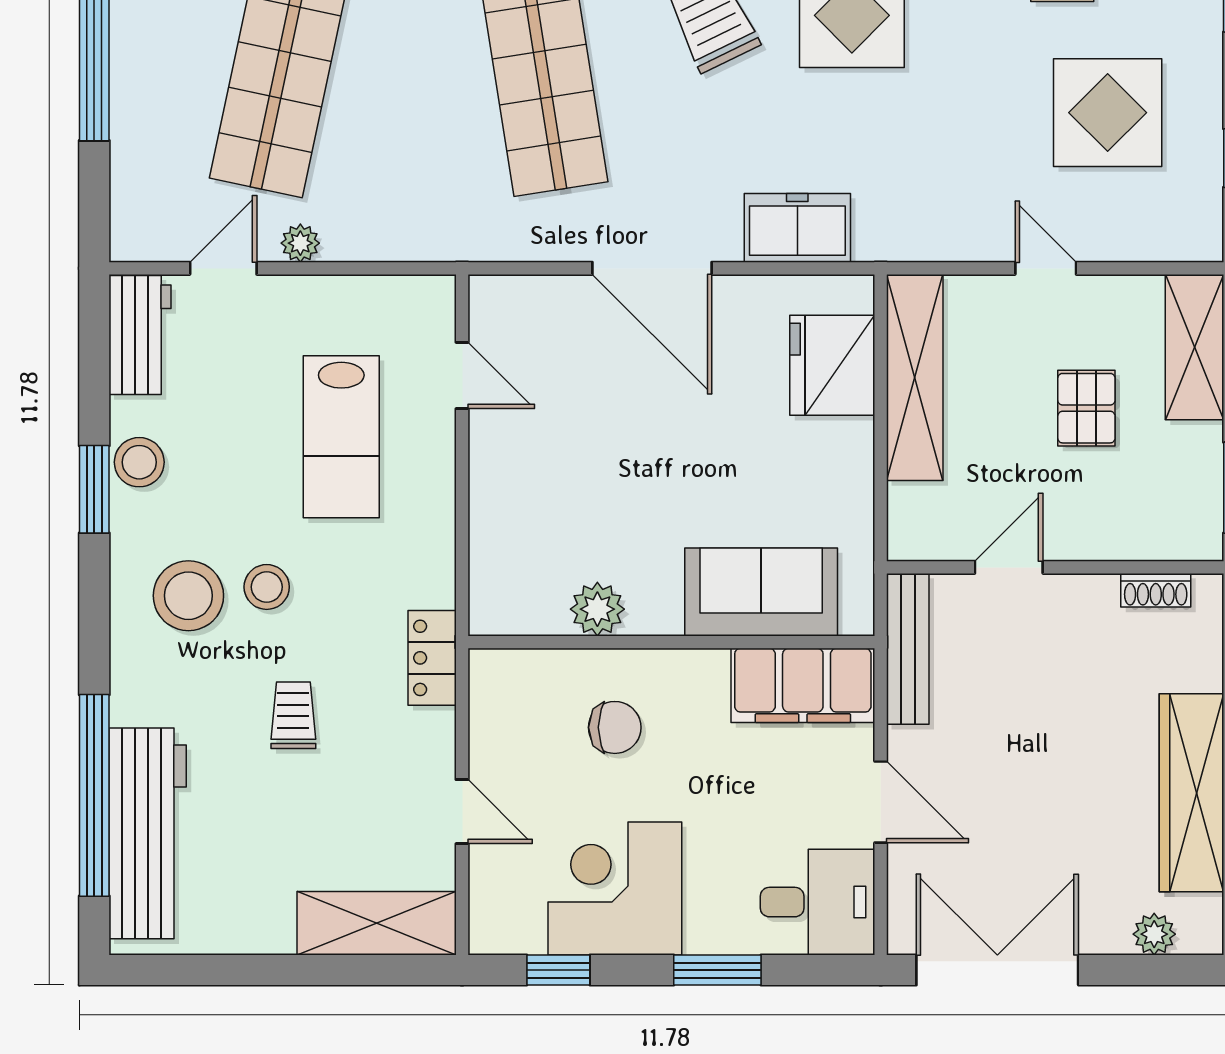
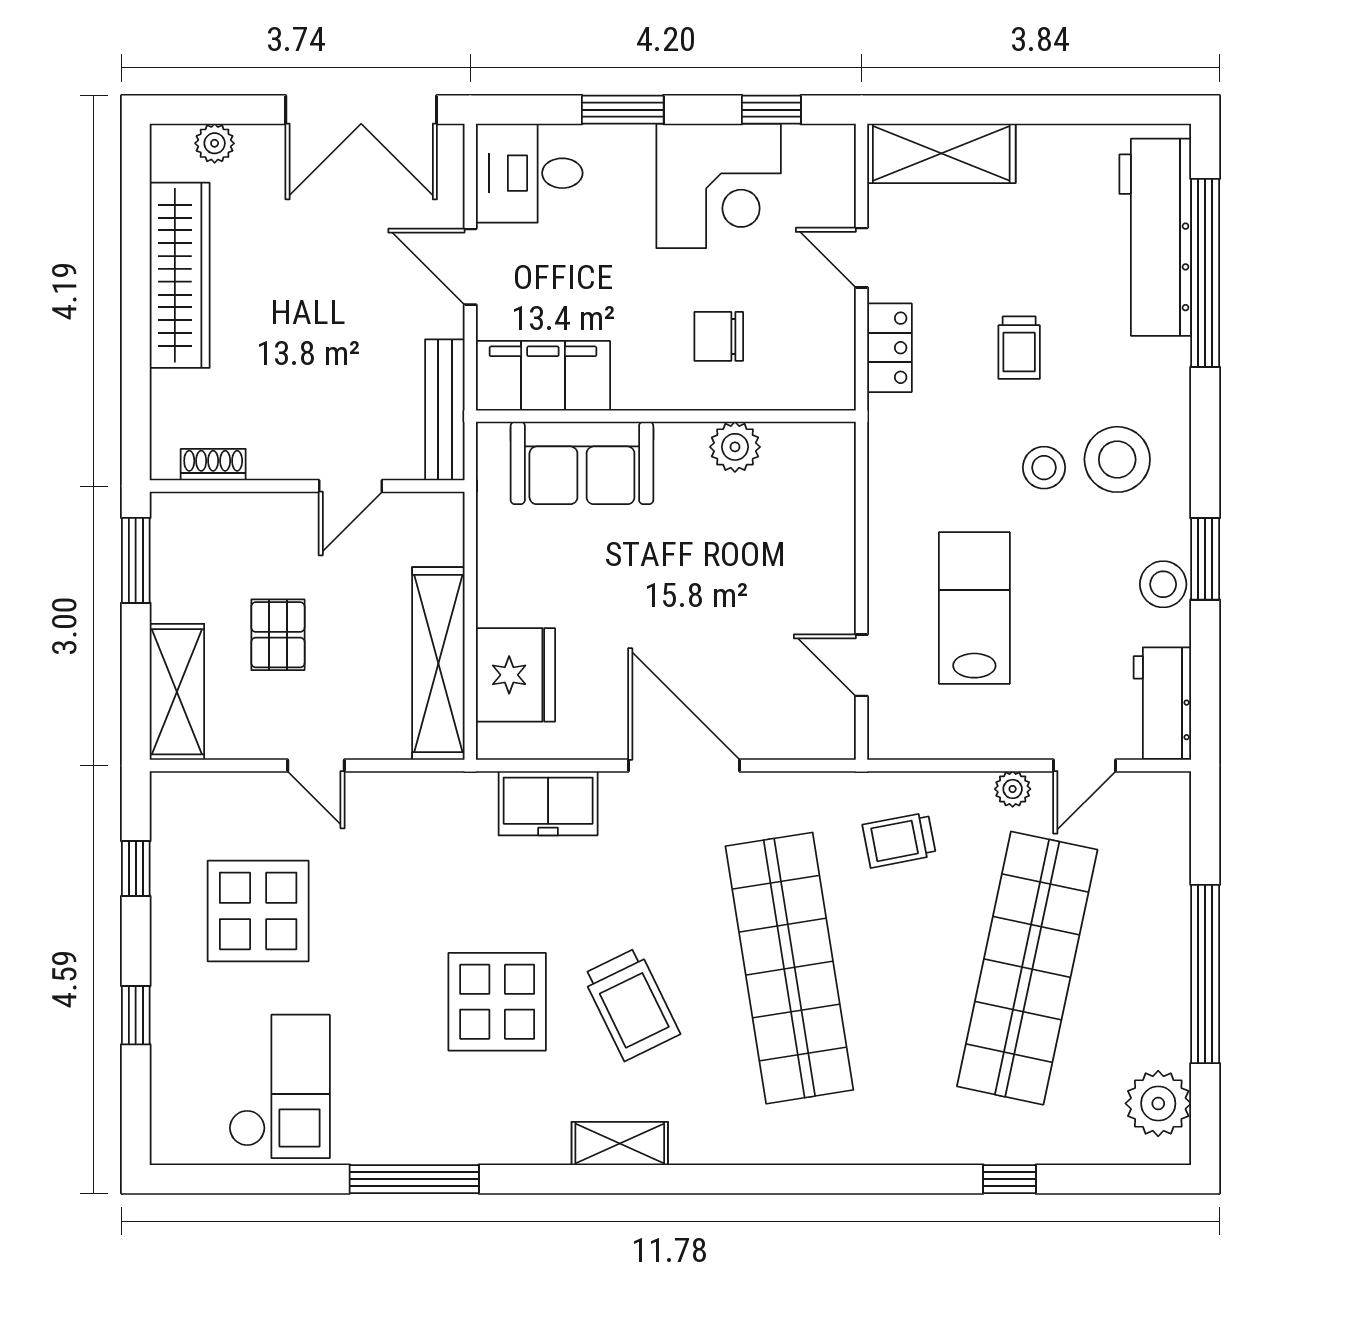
trolley: (422, 188) -> (899, 840), added
locker: (432, 658) -> (889, 348), moved

